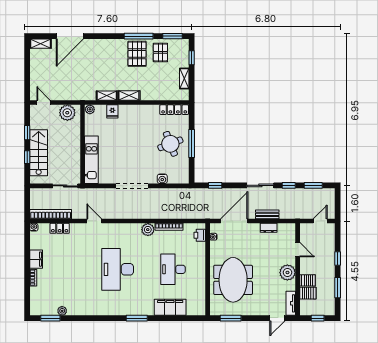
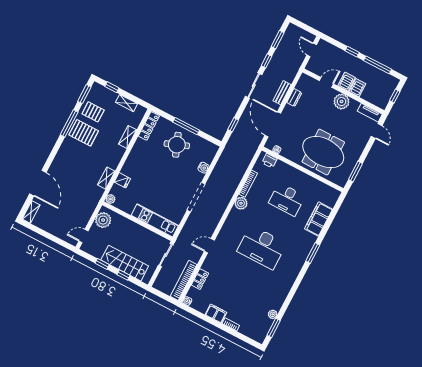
shelving: (129, 95) -> (127, 137), moved
window: (338, 288) -> (377, 65), width x1.44
server rack: (308, 293) -> (347, 82), moved

